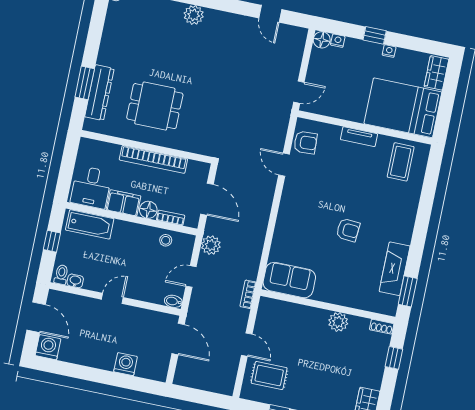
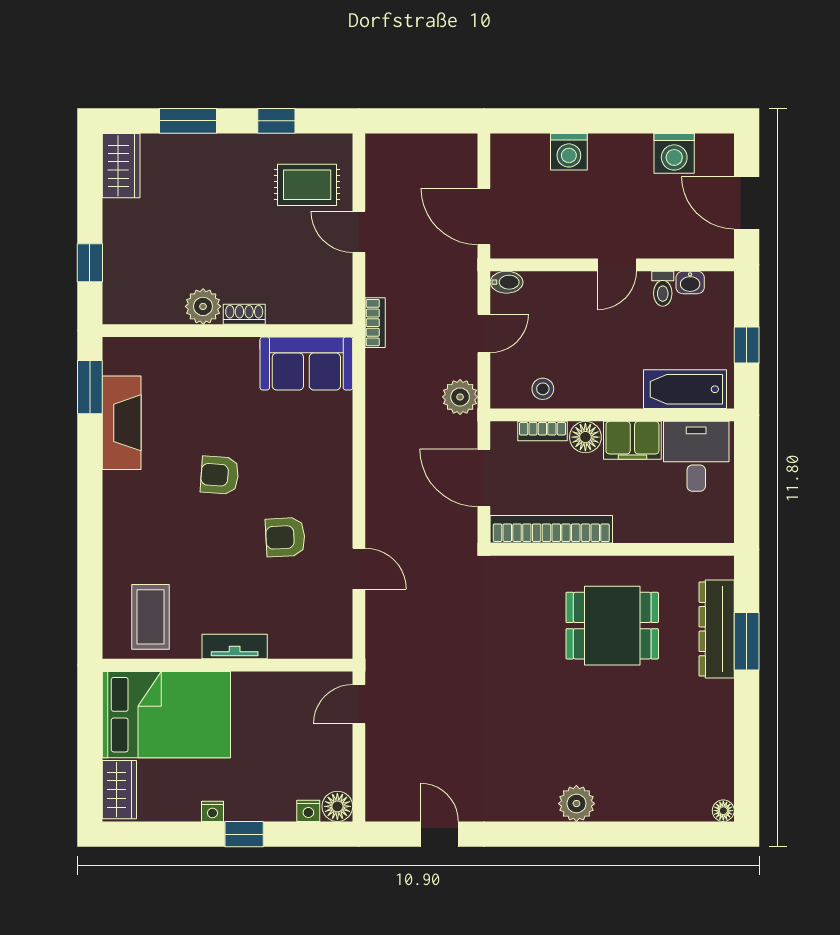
armchair: (305, 143) -> (285, 537), moved
bookcase: (153, 159) -> (551, 529), moved
toilet: (61, 275) -> (663, 289), moved
shoe rack: (382, 327) -> (244, 314), moved
washing machine: (48, 347) -> (674, 153), moved

